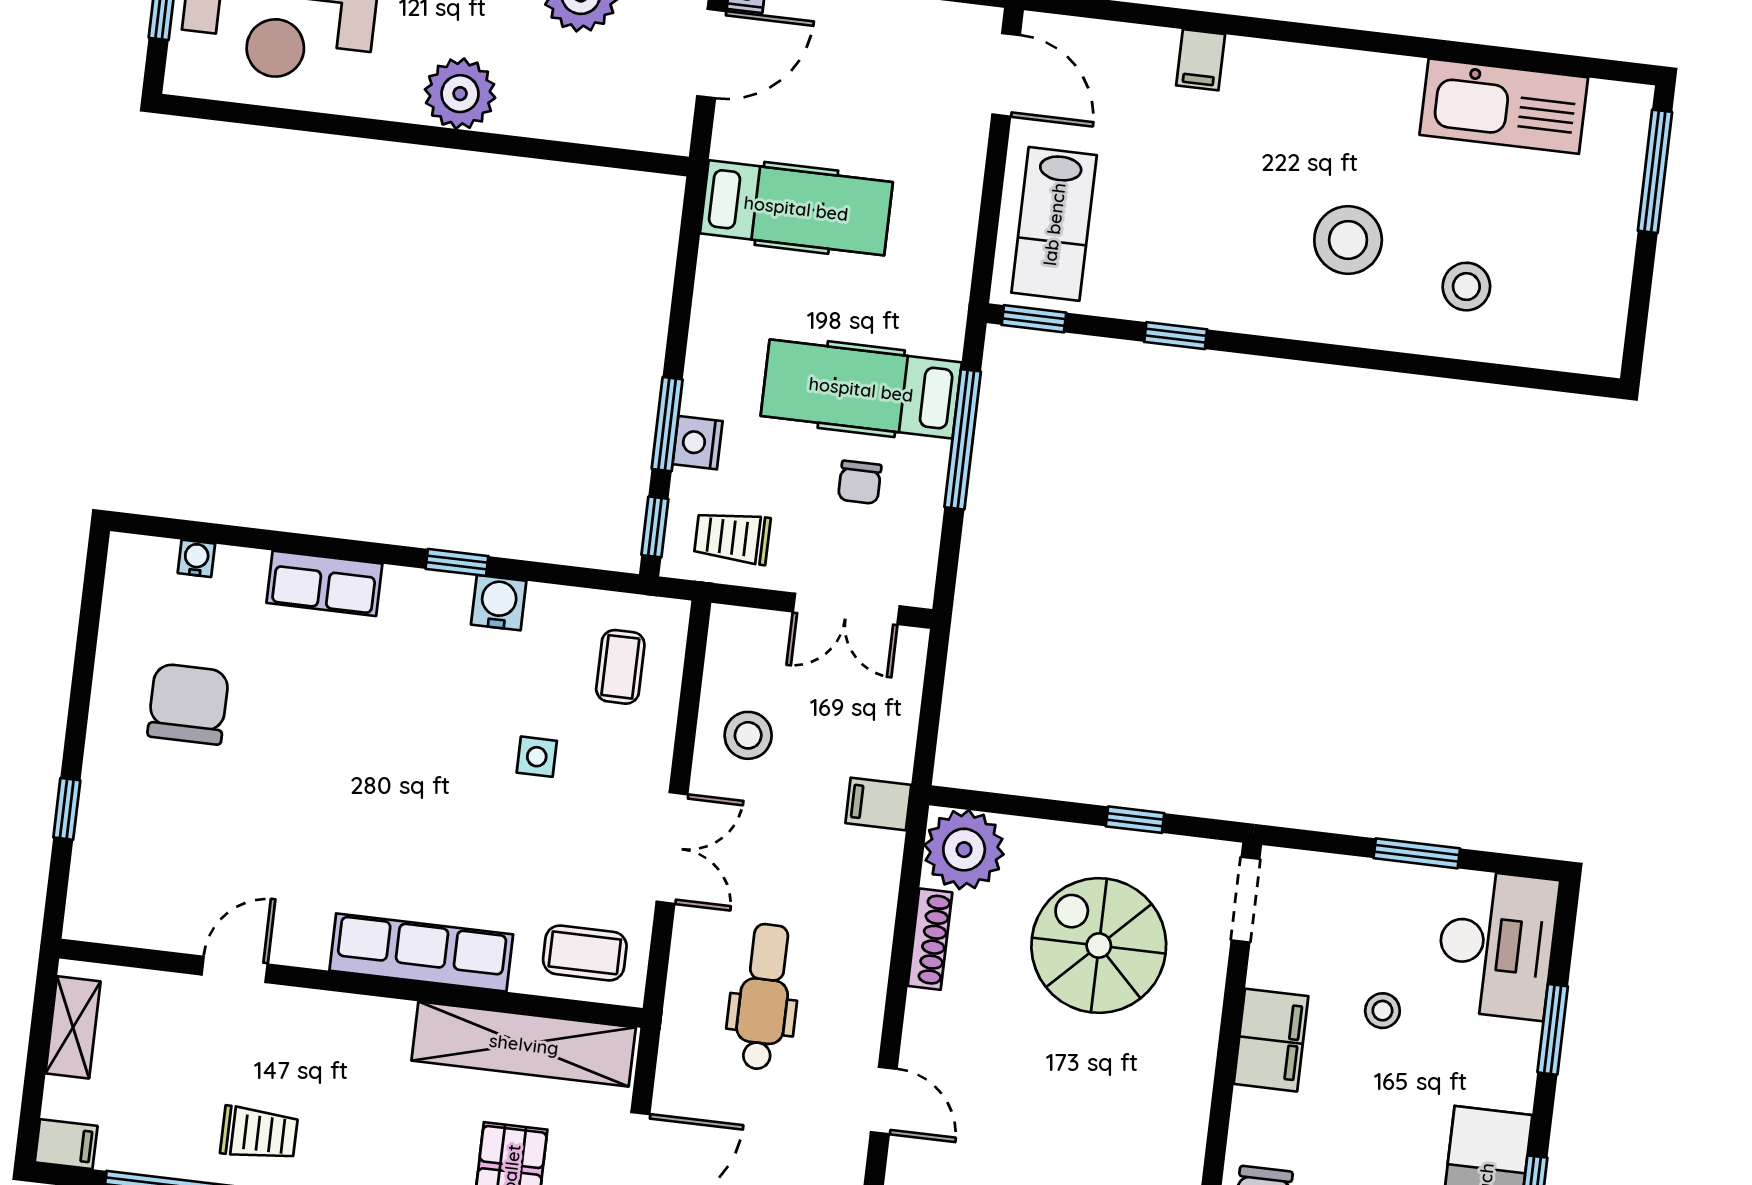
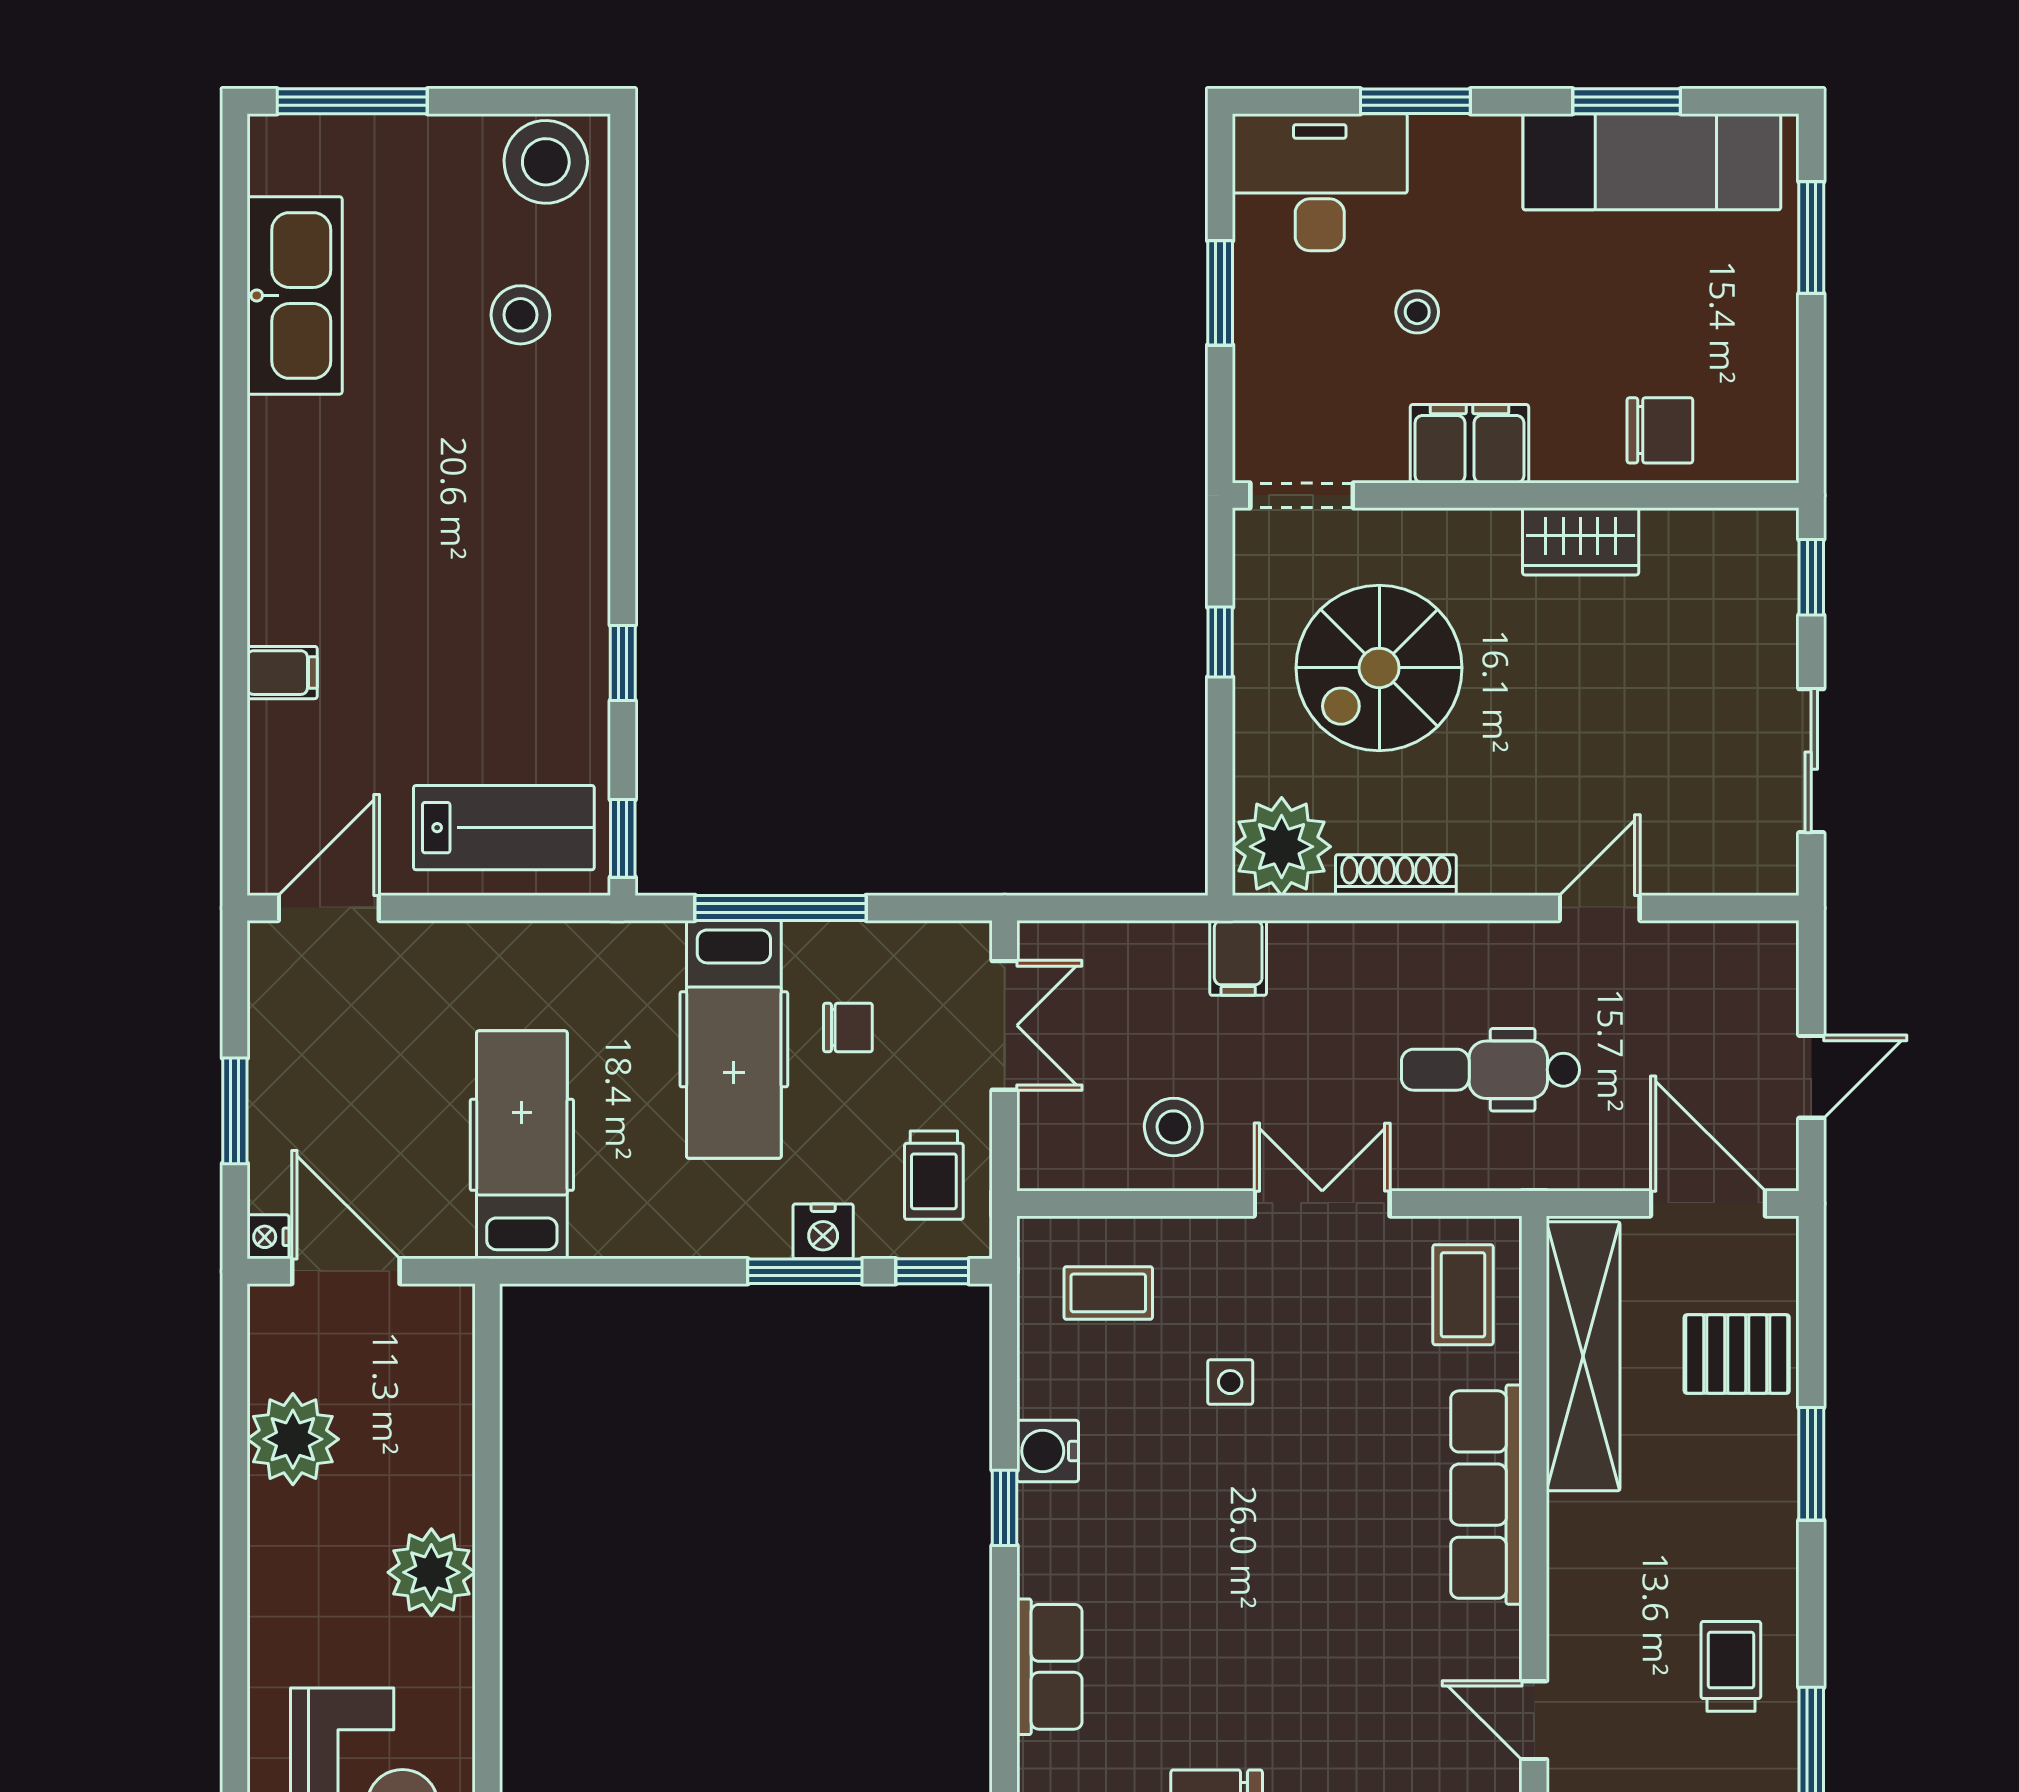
stool: (1348, 240) -> (546, 162), moved
wardrobe: (1182, 1120) -> (1581, 541), added

